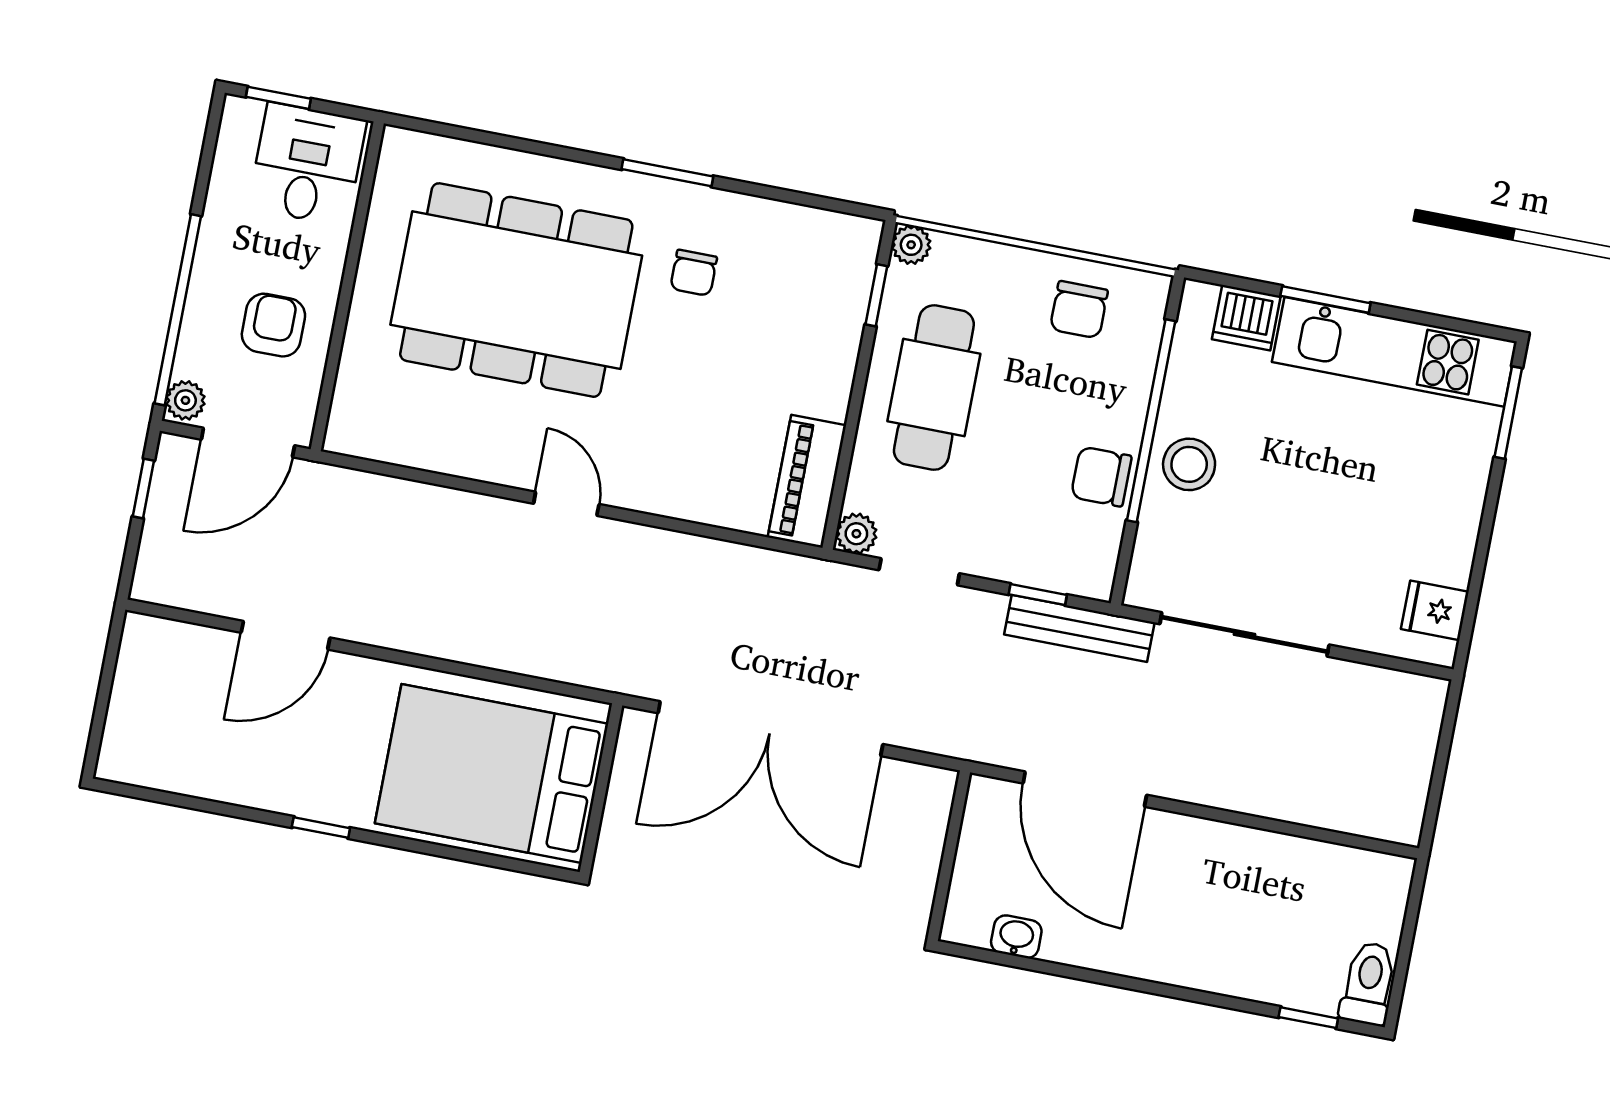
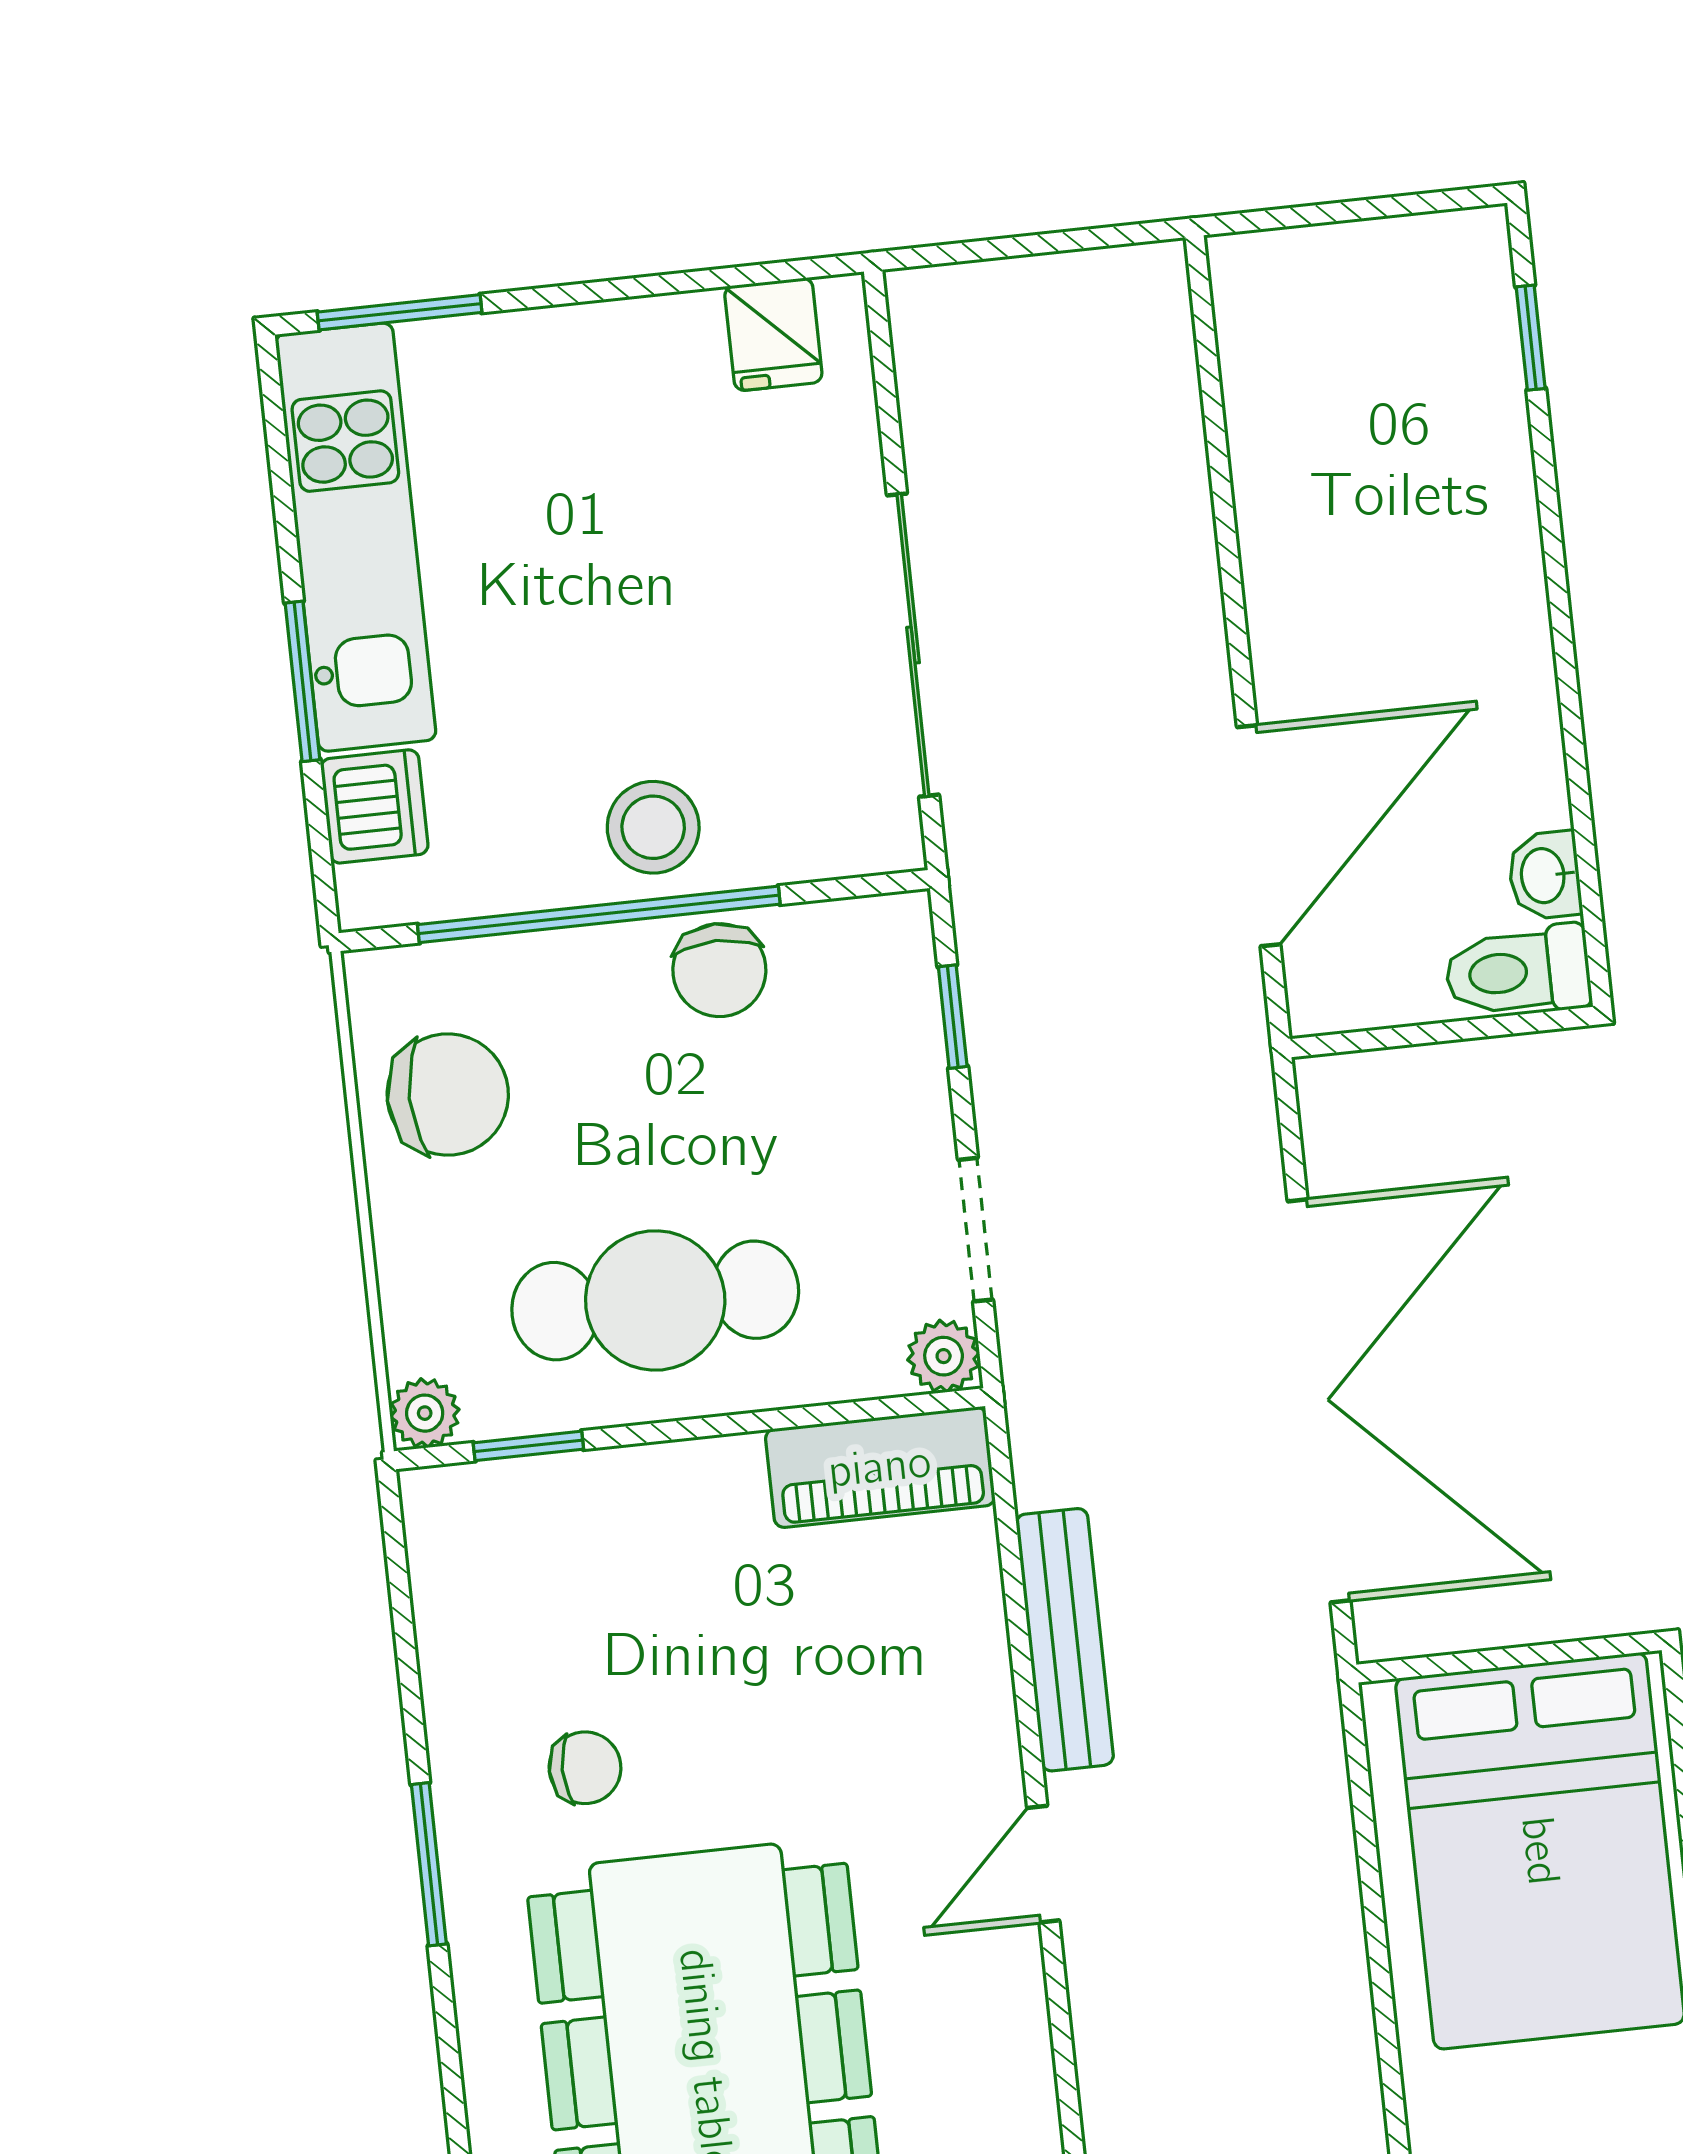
chair: (1079, 310) -> (448, 1095), width x1.37, depth x1.37
bench: (1079, 628) -> (1065, 1640), moved
toilet: (1368, 983) -> (1518, 971), moved

